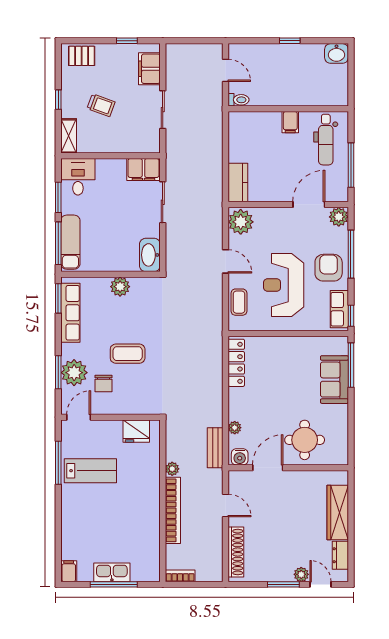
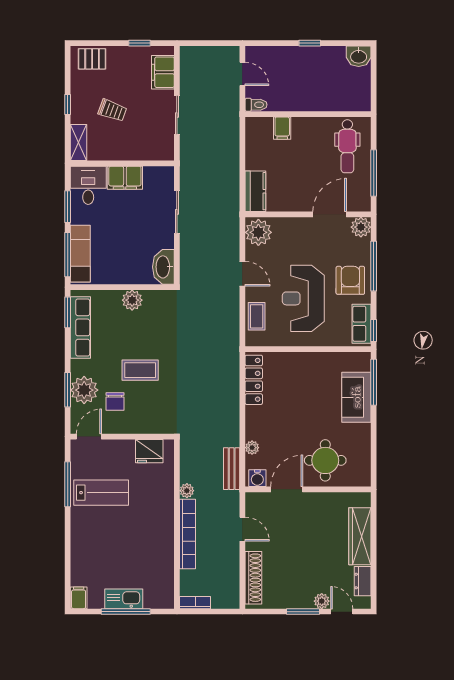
filing cabinet: (290, 122) -> (282, 128), moved
filing cabinet: (143, 170) -> (125, 178), moved

